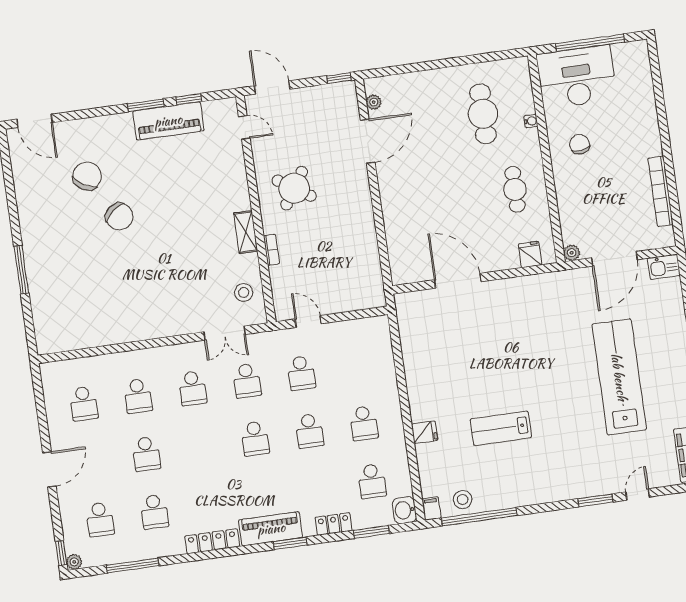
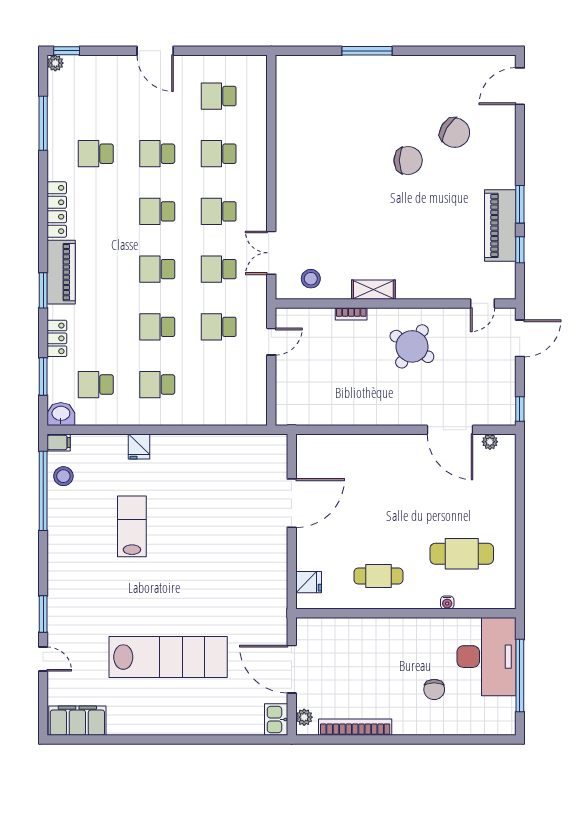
chair: (580, 144) -> (434, 689), moved, turned 97
chair: (119, 216) -> (408, 160), turned -141
plant: (572, 253) -> (304, 717), moved
school desk: (100, 519) -> (157, 211), moved

